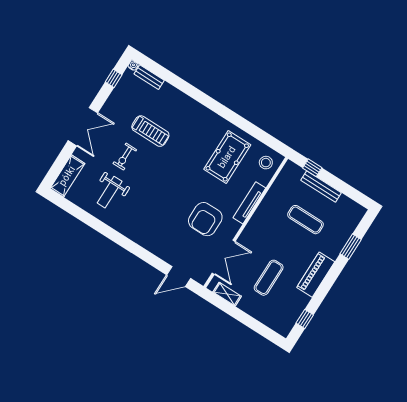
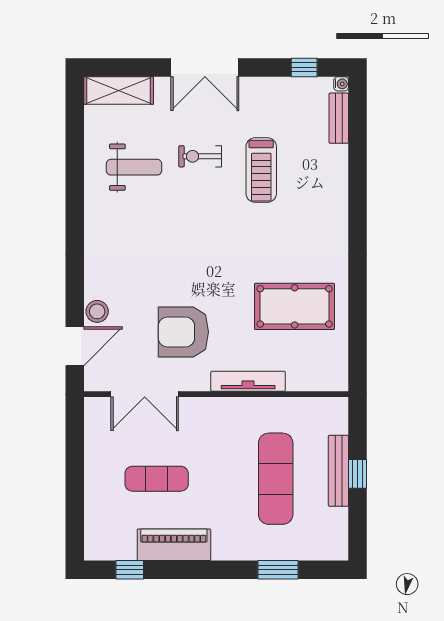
stool: (266, 163) -> (97, 311), moved
window: (312, 168) -> (358, 474), moved
weight bench: (110, 192) -> (134, 167), turned 180
exercise mat: (305, 220) -> (276, 479), width x1.36, depth x1.45
piano: (316, 275) -> (174, 545), moved
door: (179, 277) -> (75, 346), swing flipped
shelving: (227, 294) -> (94, 433), removed

